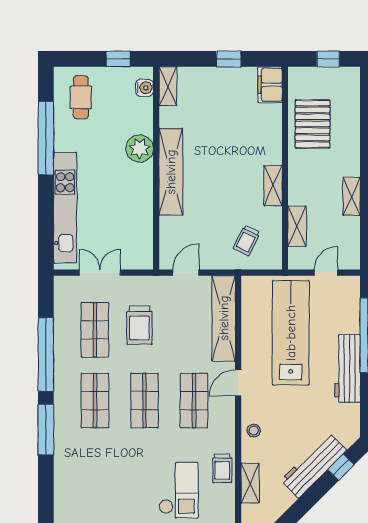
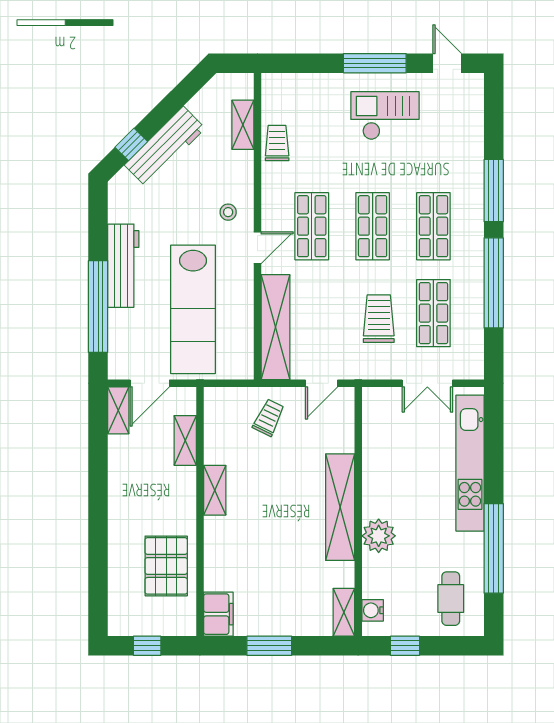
window: (229, 59) -> (269, 646), width x1.50
shelving: (352, 196) -> (118, 410), moved
trolley: (247, 240) -> (269, 418), moved
door: (326, 273) -> (150, 383), width x1.38
stool: (254, 430) -> (228, 212), moved
checkout: (179, 490) -> (385, 116), moved, turned 90

